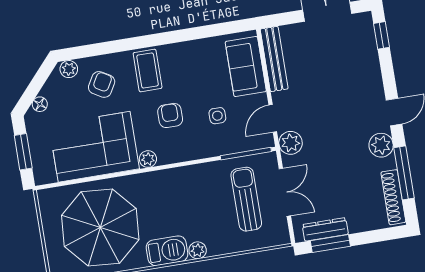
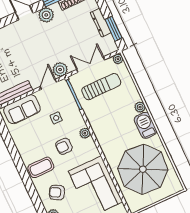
door: (273, 118) -> (48, 84), swing flipped
plant: (148, 159) -> (85, 133), moved
sun lounger: (246, 199) -> (101, 87), turned 180
dresser: (325, 229) -> (101, 23), moved
plant: (282, 237) -> (118, 59), added

